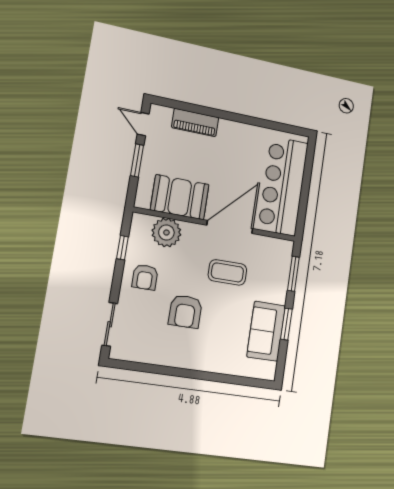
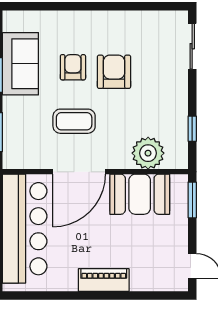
piano: (195, 122) -> (104, 280), moved
window: (137, 160) -> (192, 200), moved
armchair: (145, 277) -> (73, 67), moved

